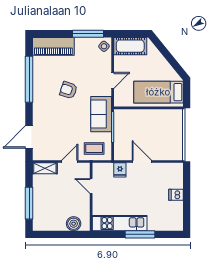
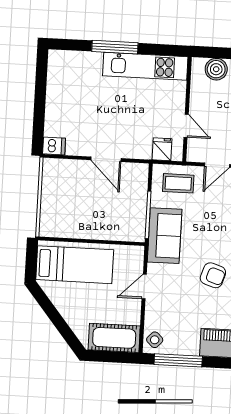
fridge: (120, 170) -> (162, 149), moved
dishwasher: (176, 195) -> (54, 146), moved

